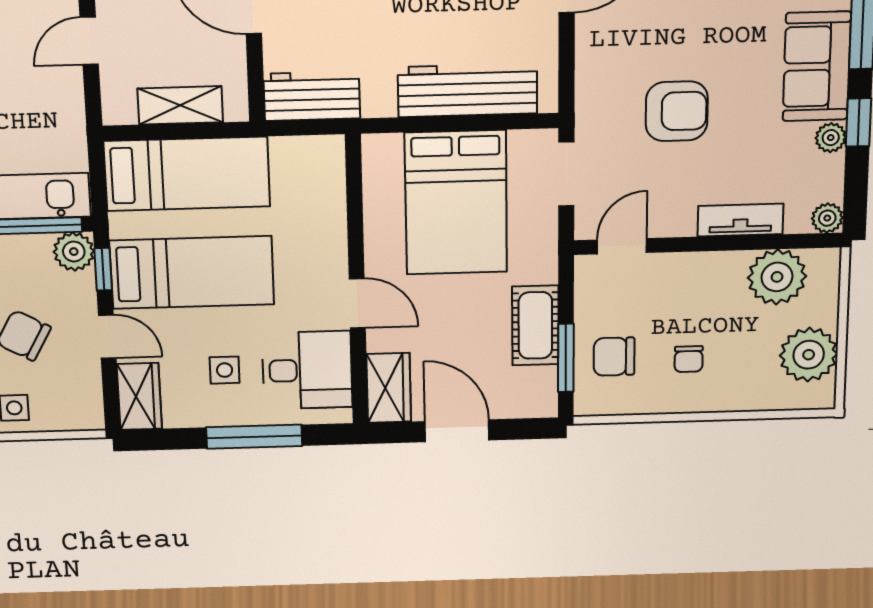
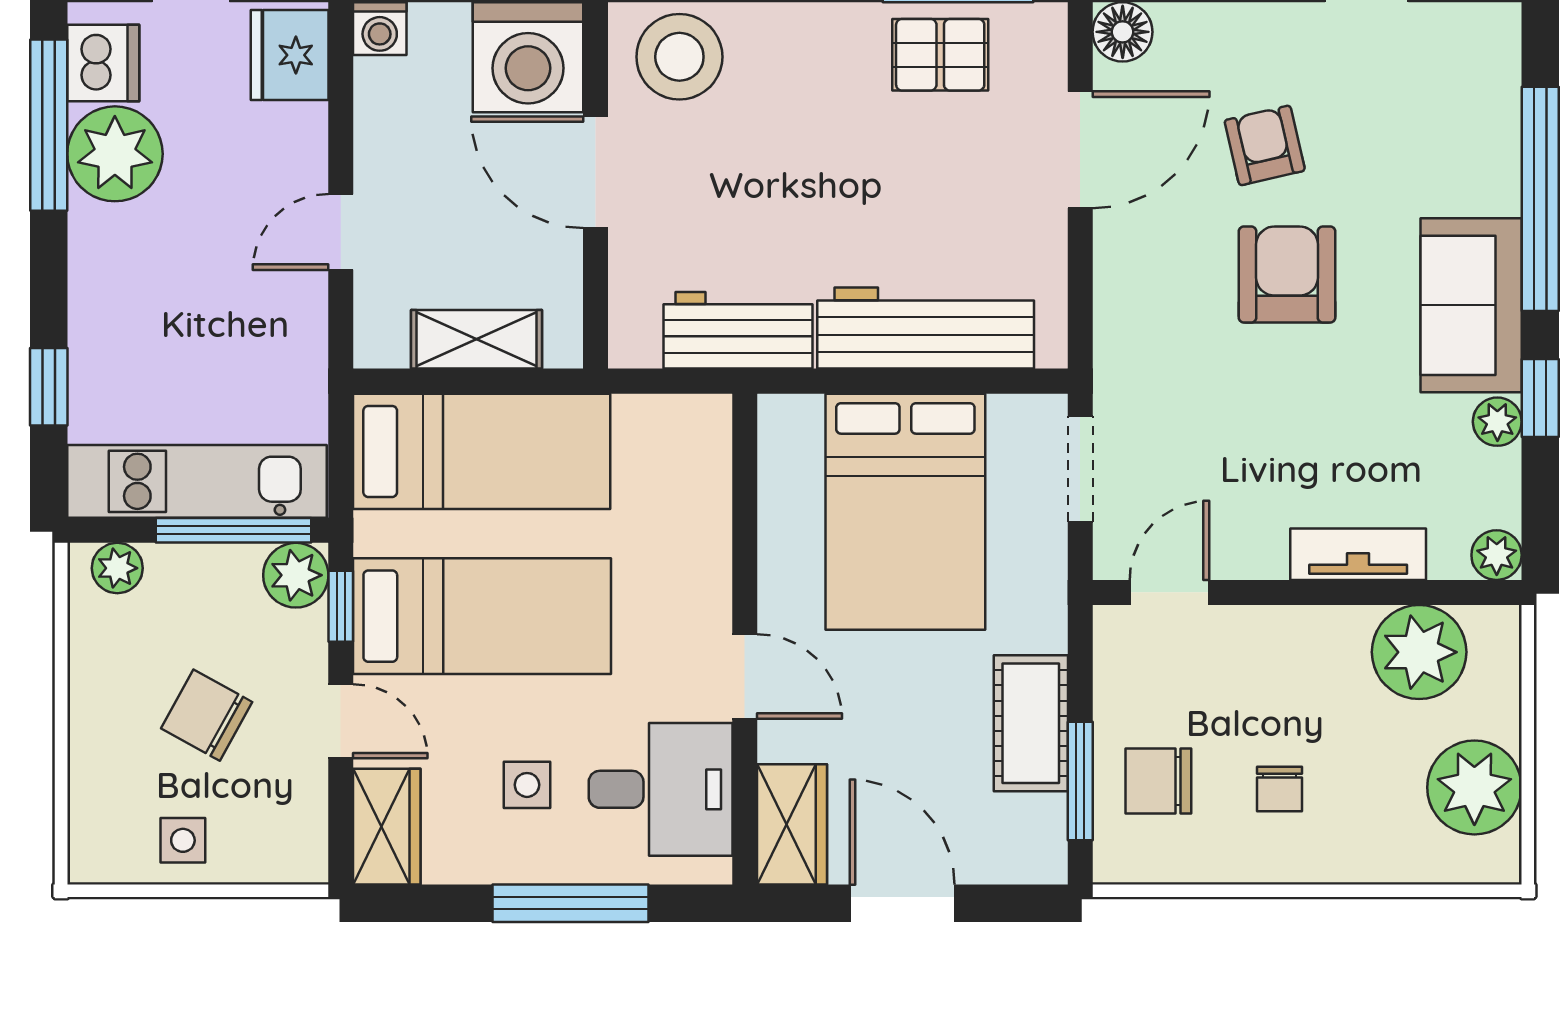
workbench: (312, 96) -> (738, 330), moved
armchair: (677, 111) -> (1287, 275), moved, turned -90

